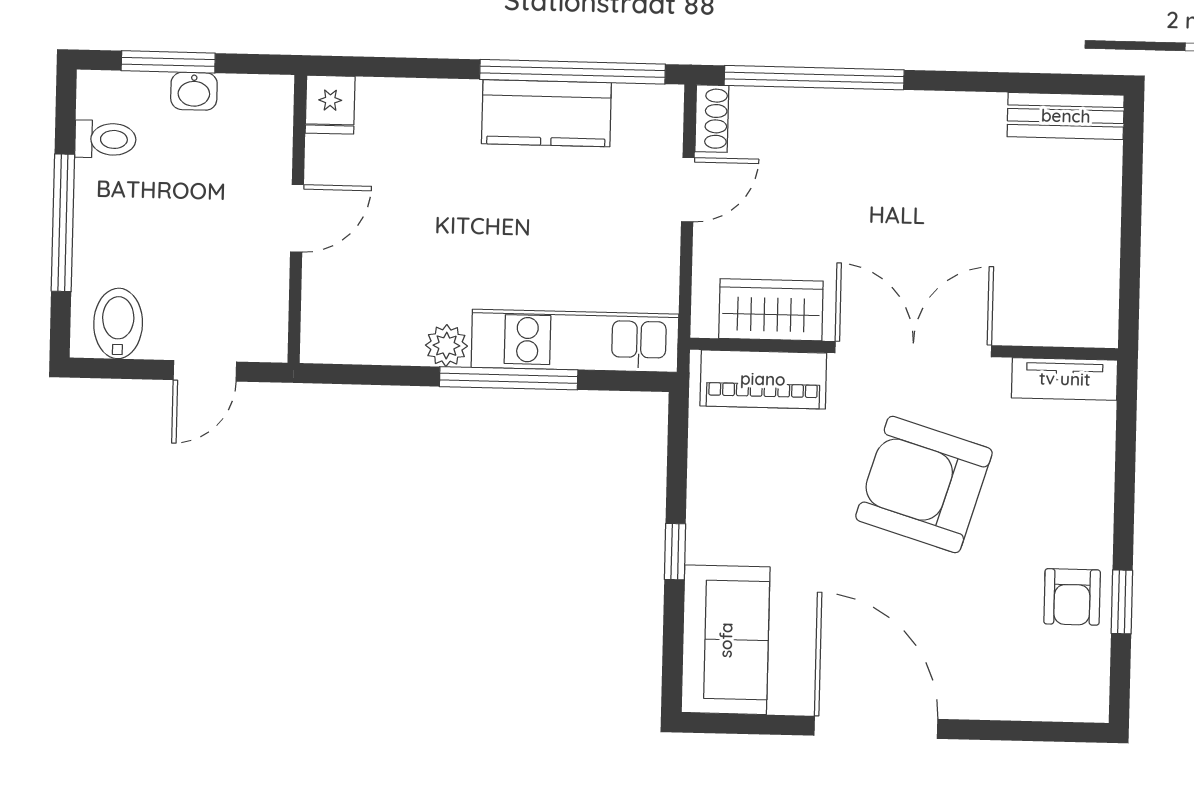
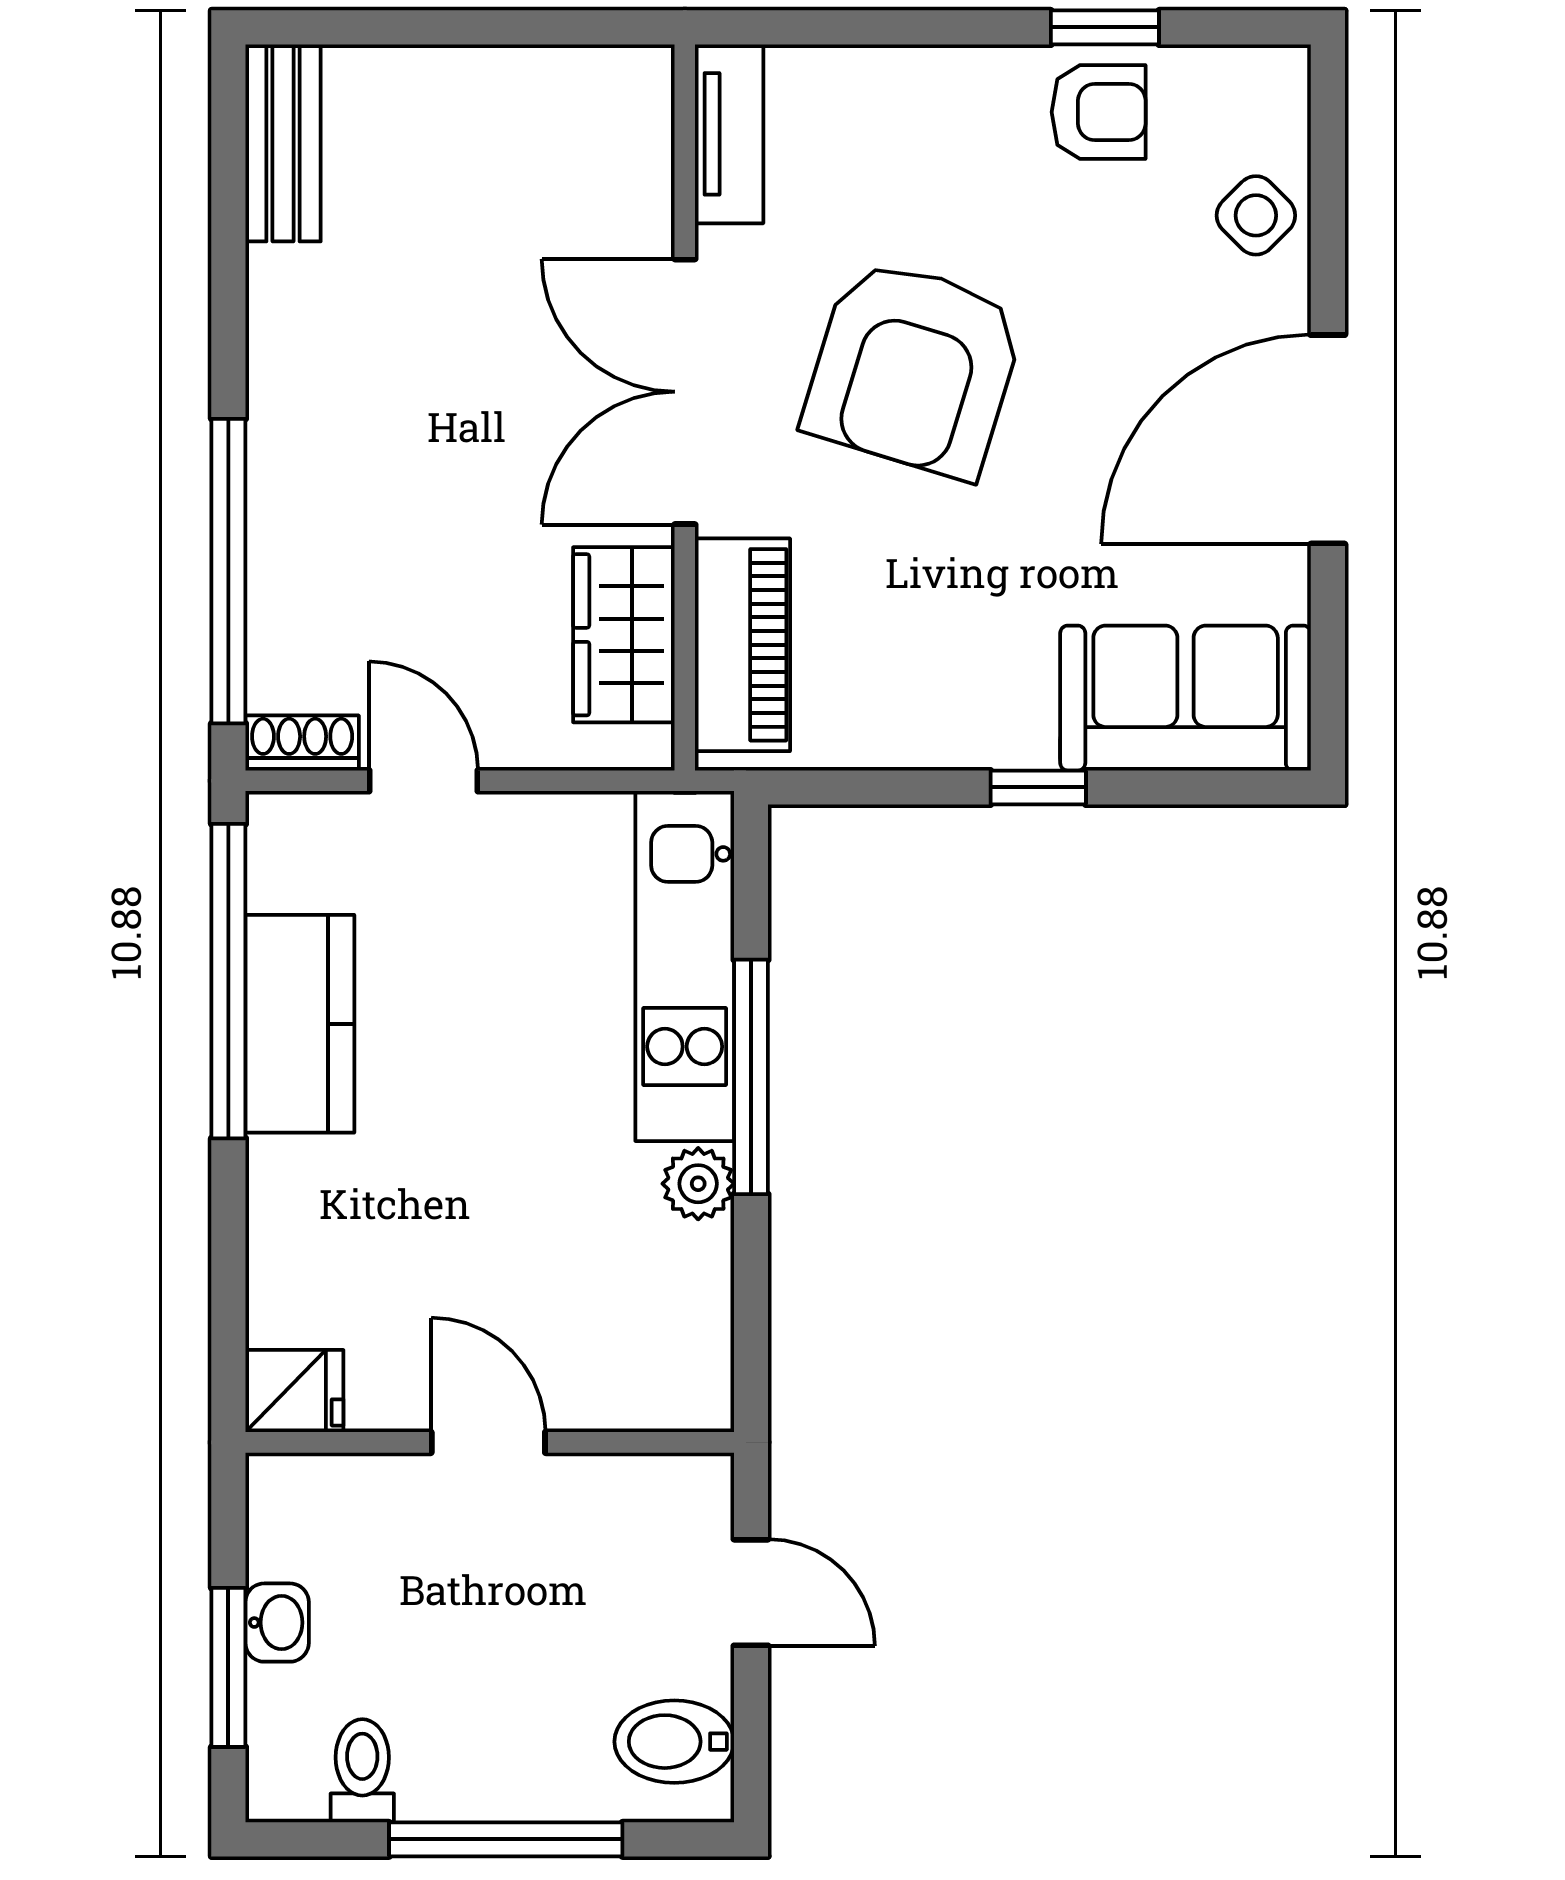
side table: (1009, 688) -> (1256, 215), added

